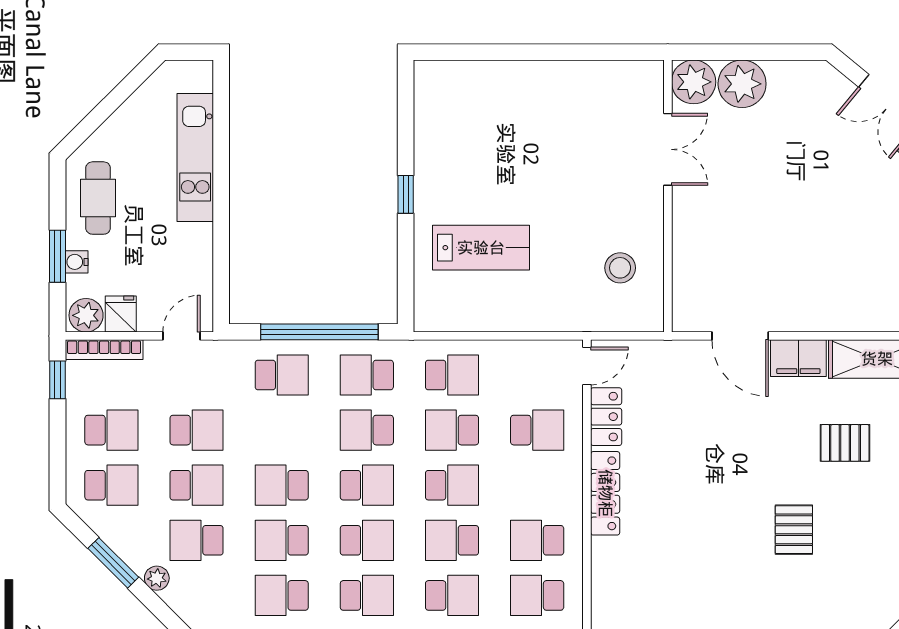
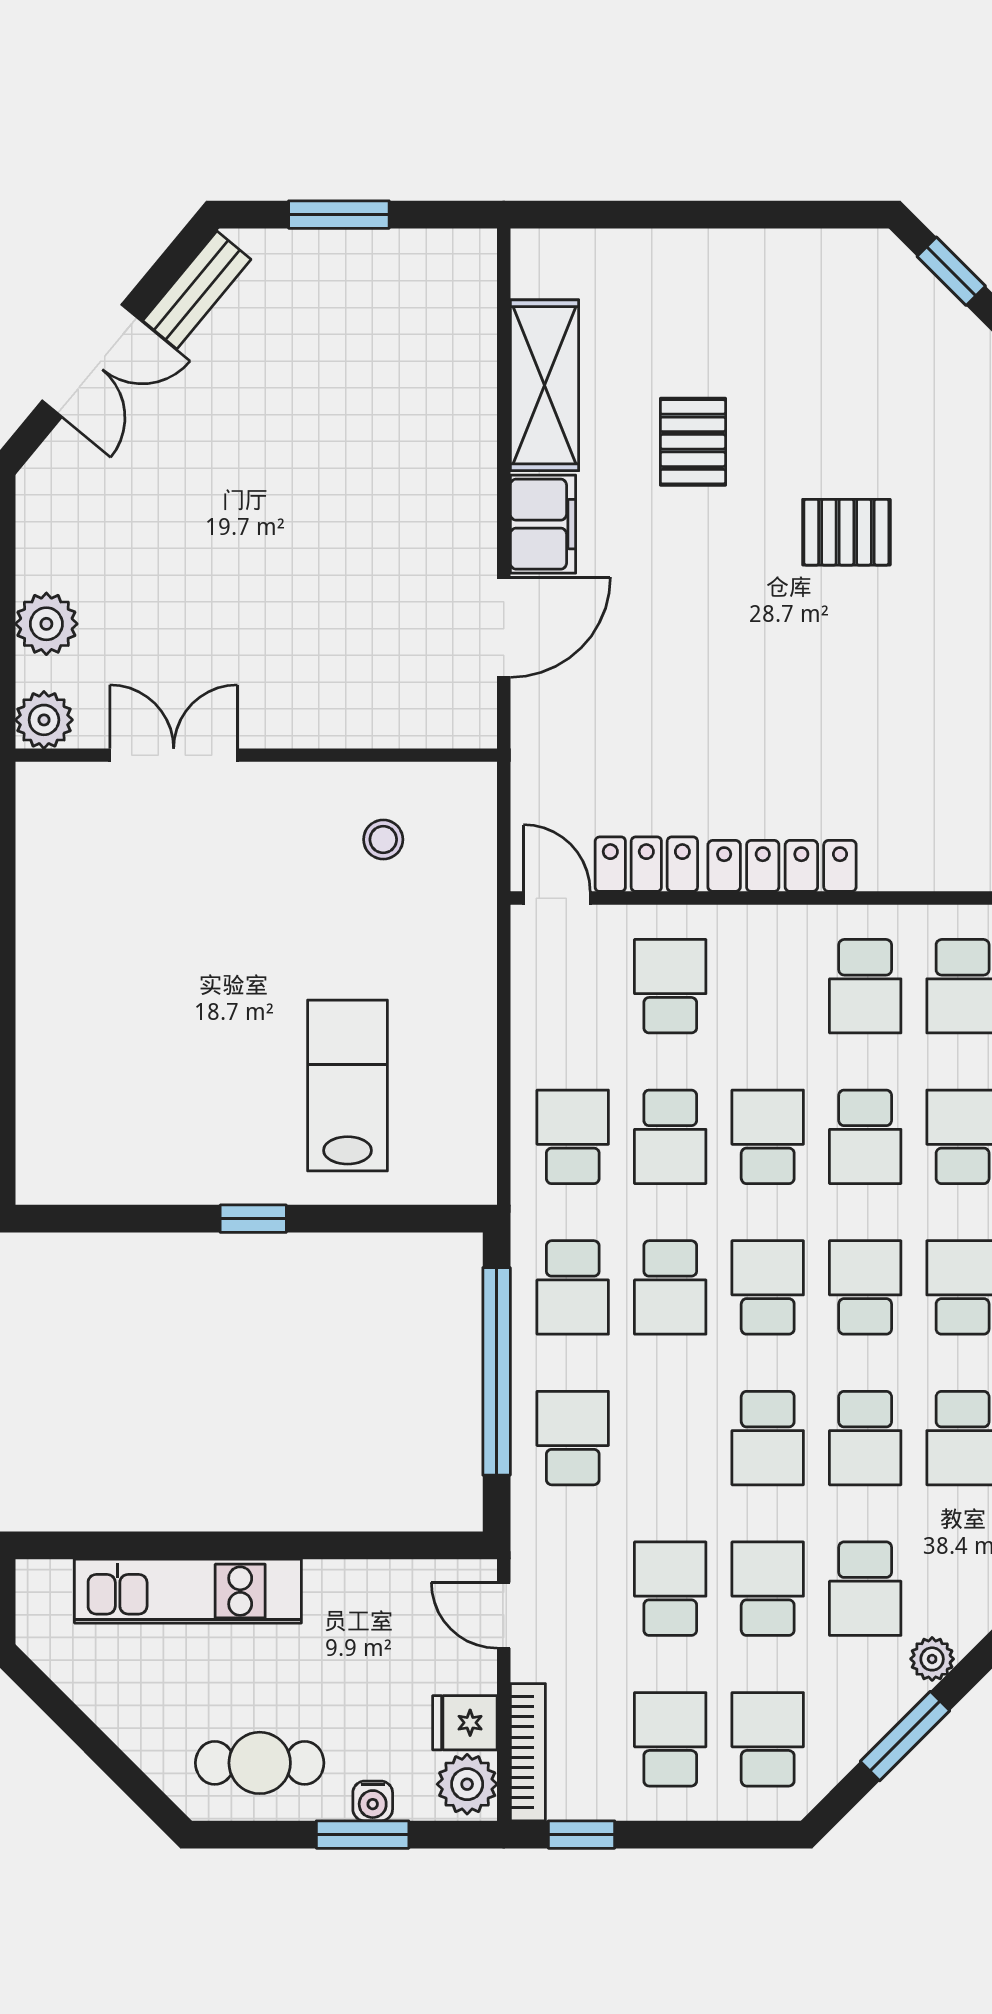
plant: (694, 82) -> (44, 720), width x0.73, depth x0.73
plant: (742, 84) -> (46, 624), width x0.73, depth x0.73
stool: (620, 268) -> (383, 840), width x0.73, depth x0.73

